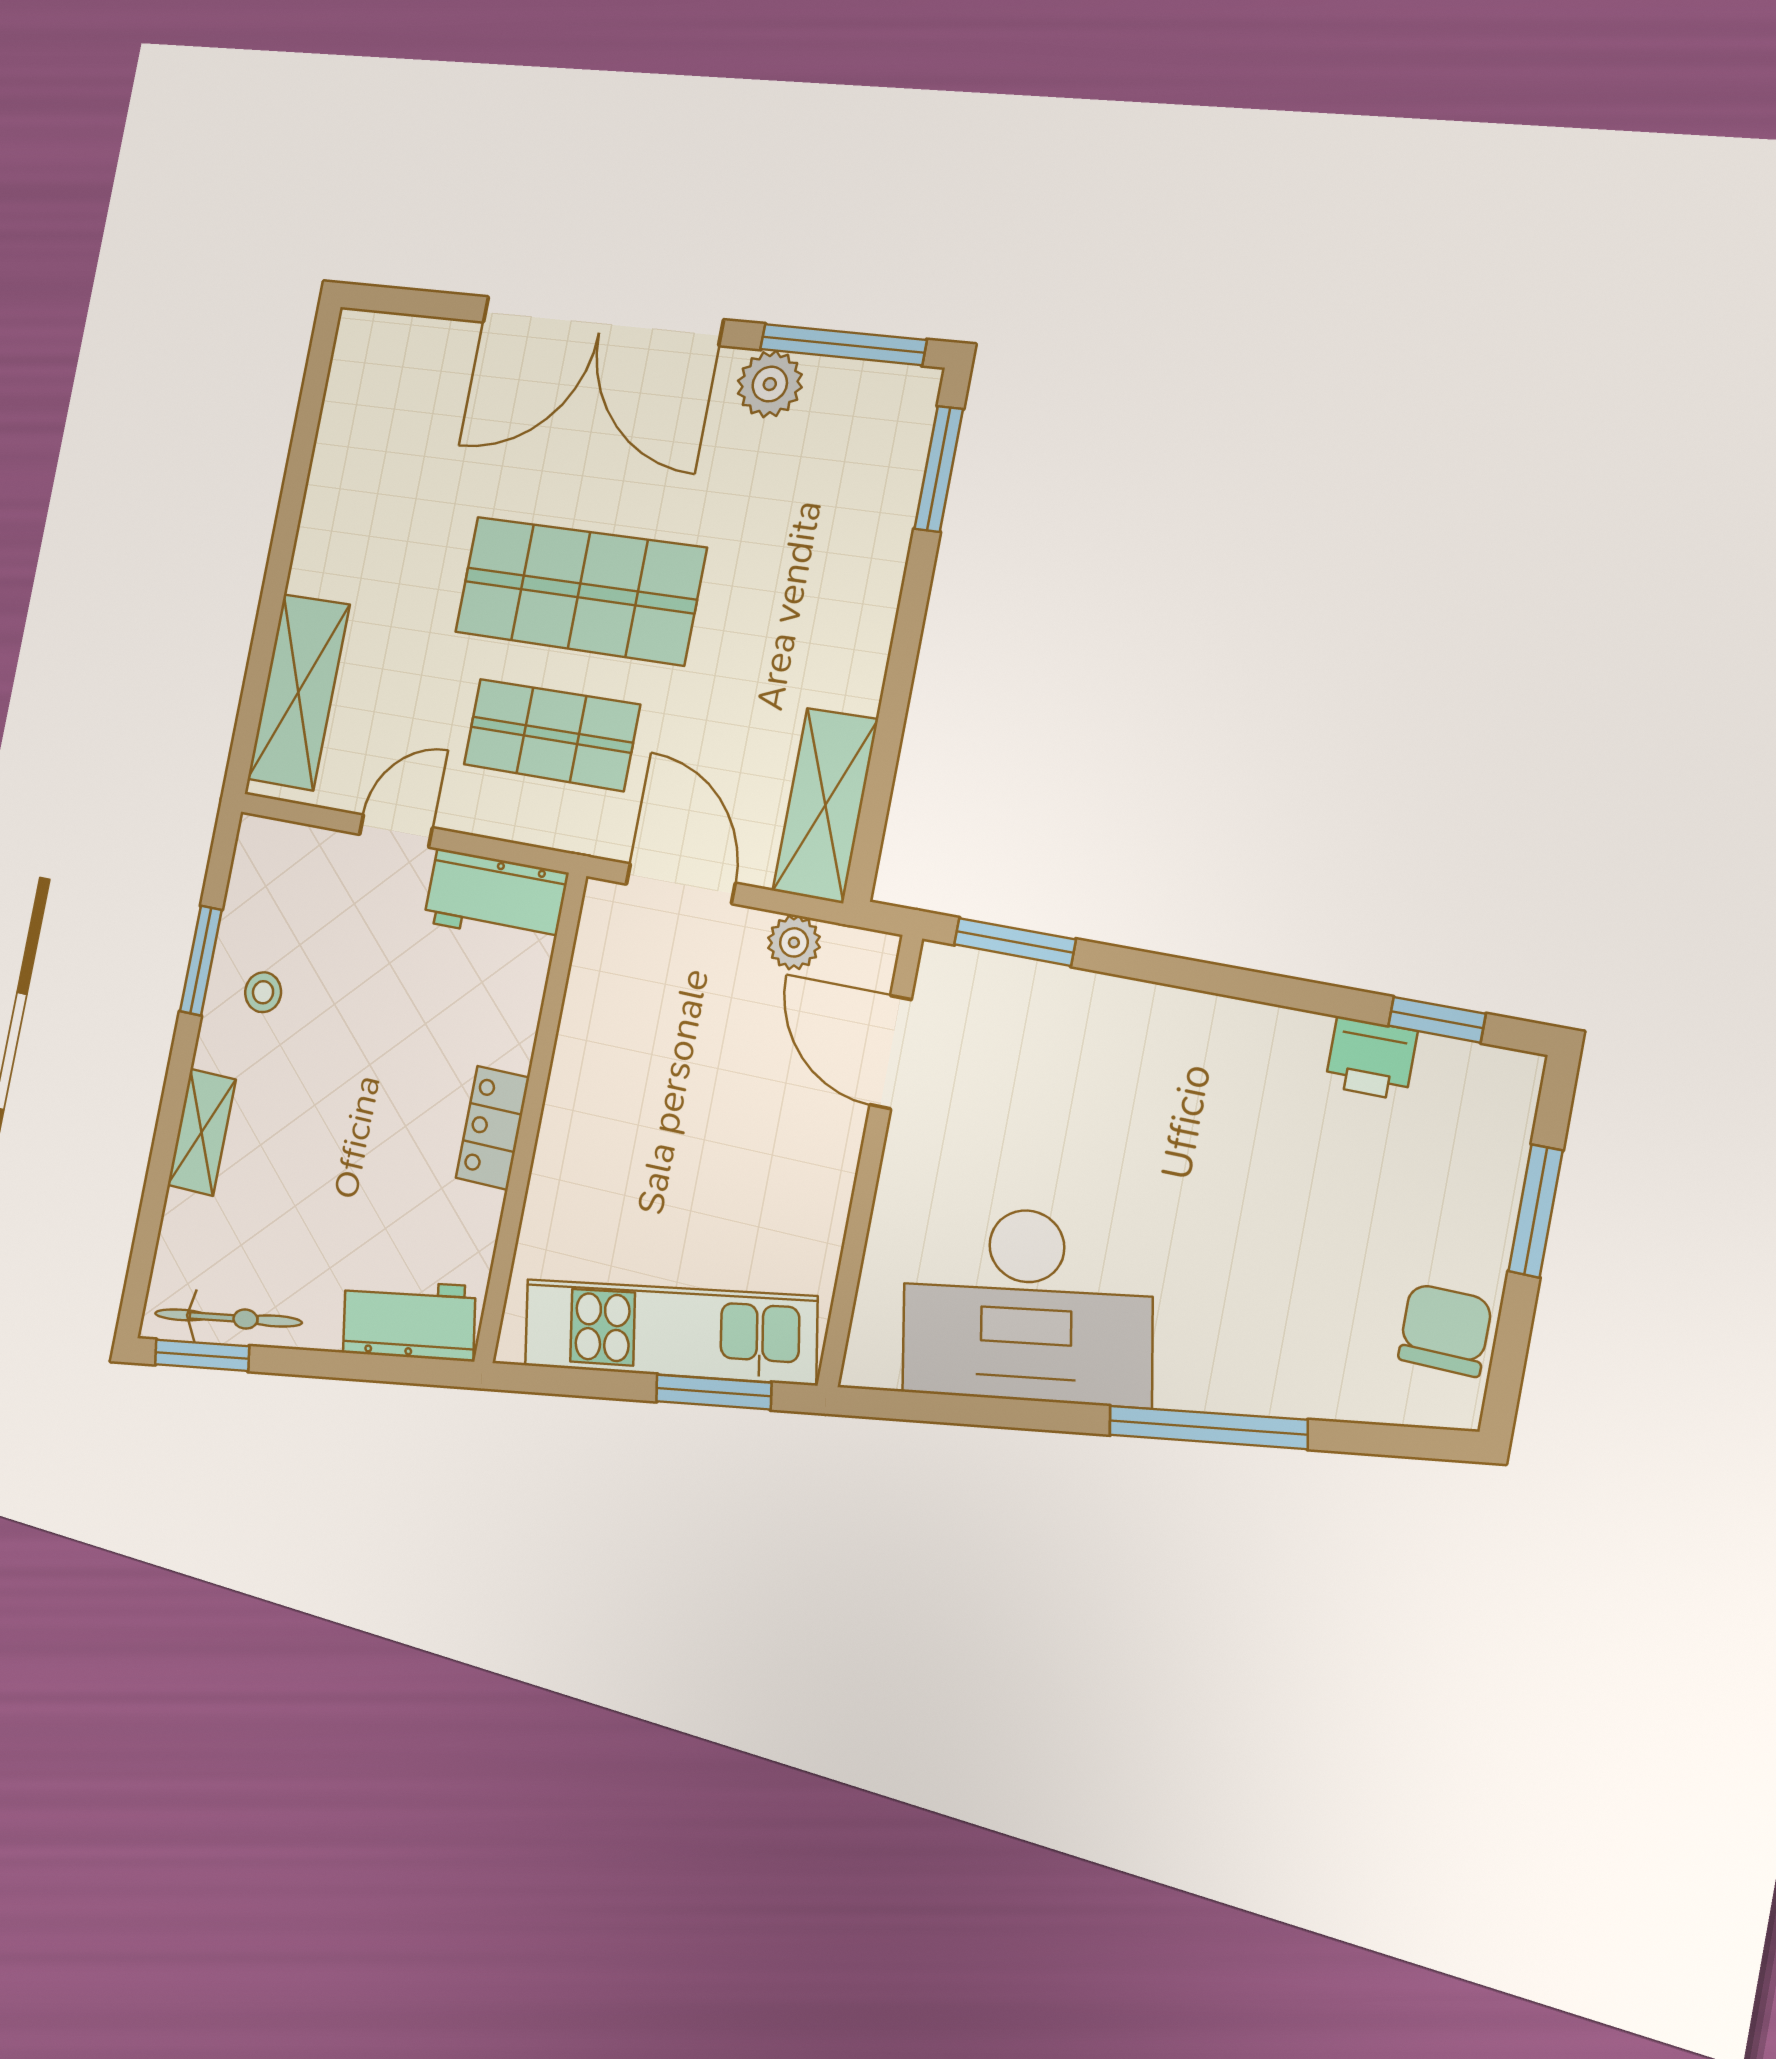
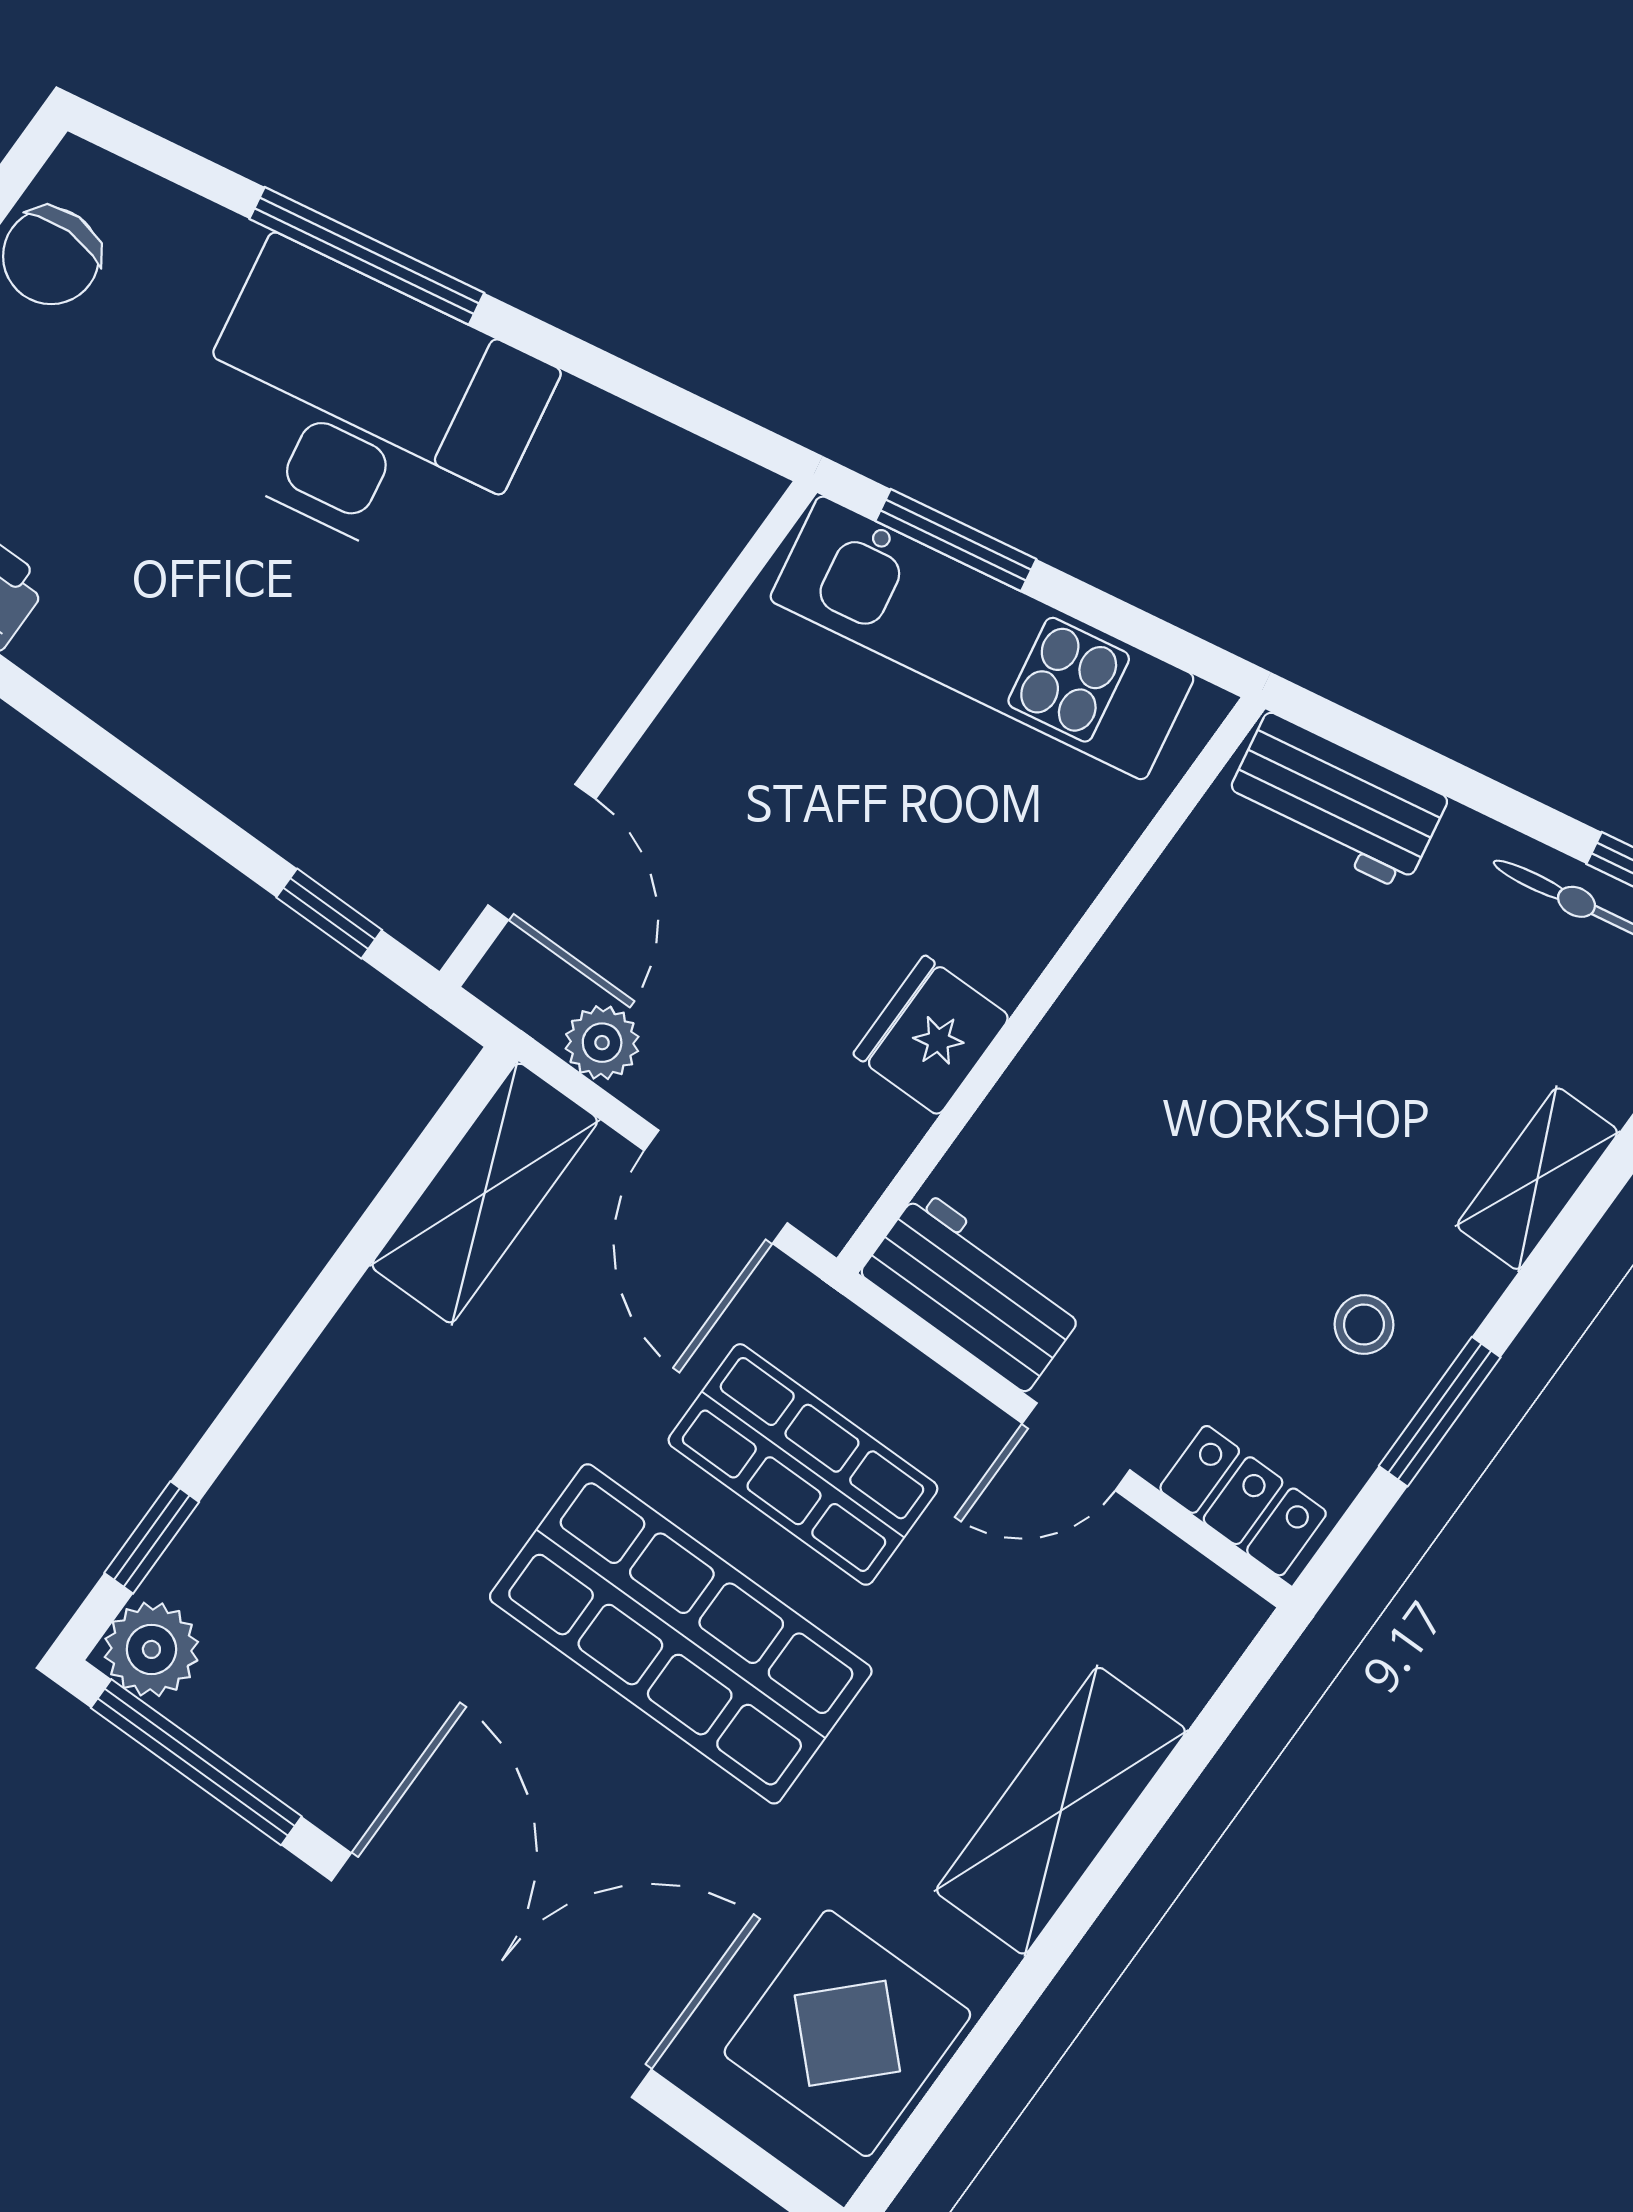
plant: (770, 384) -> (151, 1649), moved
display table: (381, 408) -> (847, 2033), added
window: (939, 469) -> (152, 1537), width x0.67
shelving: (298, 692) -> (1061, 1811), moved
window: (1015, 942) -> (329, 914), width x0.67
fridge: (589, 1049) -> (931, 1035), added
locker: (493, 1128) -> (1243, 1501), moved, turned -90
desk: (1026, 1305) -> (365, 409), moved

